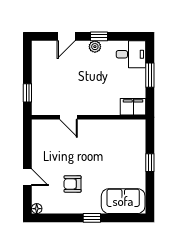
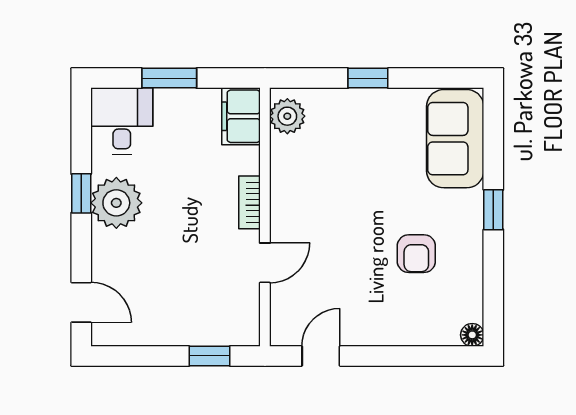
door: (66, 36) -> (81, 302), moved
plant: (95, 47) -> (116, 203), width x1.88, depth x1.88
bookcase: (95, 111) -> (250, 202), added
plant: (133, 127) -> (287, 116), added
door: (27, 177) -> (321, 356), moved

